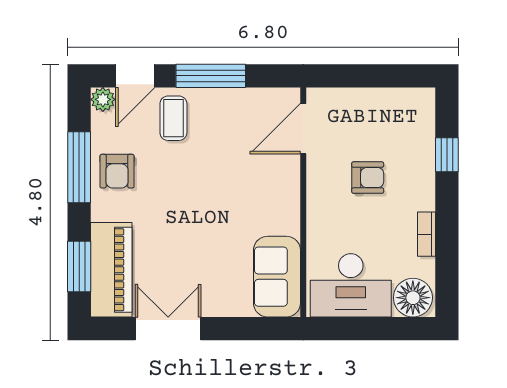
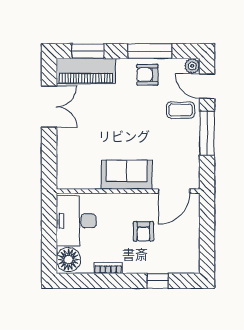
door: (303, 129) -> (174, 191), swing flipped
sofa: (277, 277) -> (127, 175), moved

